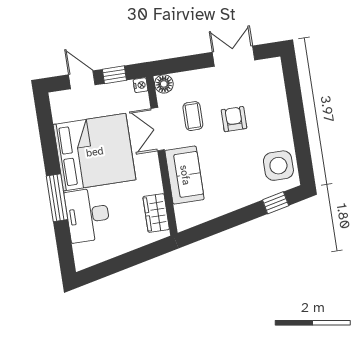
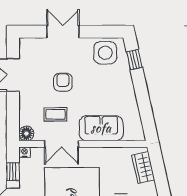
double door: (296, 110) -> (63, 32), added
armchair: (234, 119) -> (63, 82), turned 90
wardrobe: (156, 213) -> (143, 168), moved, turned 78

